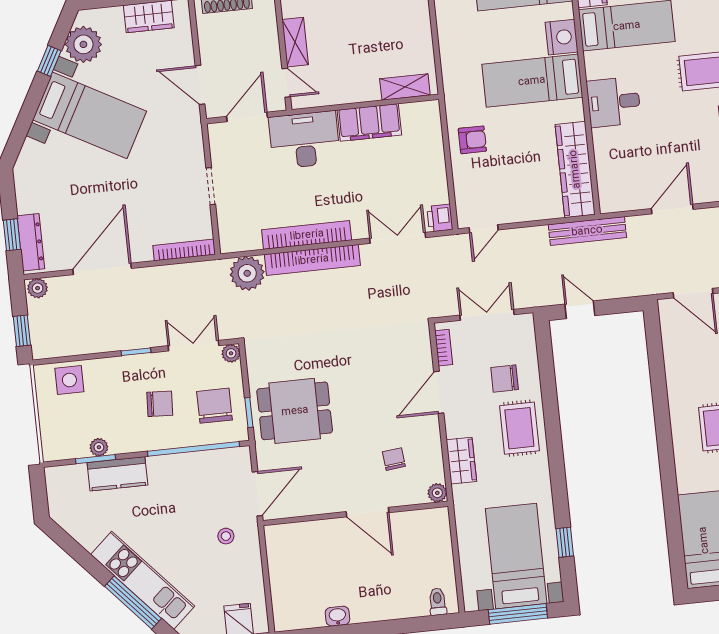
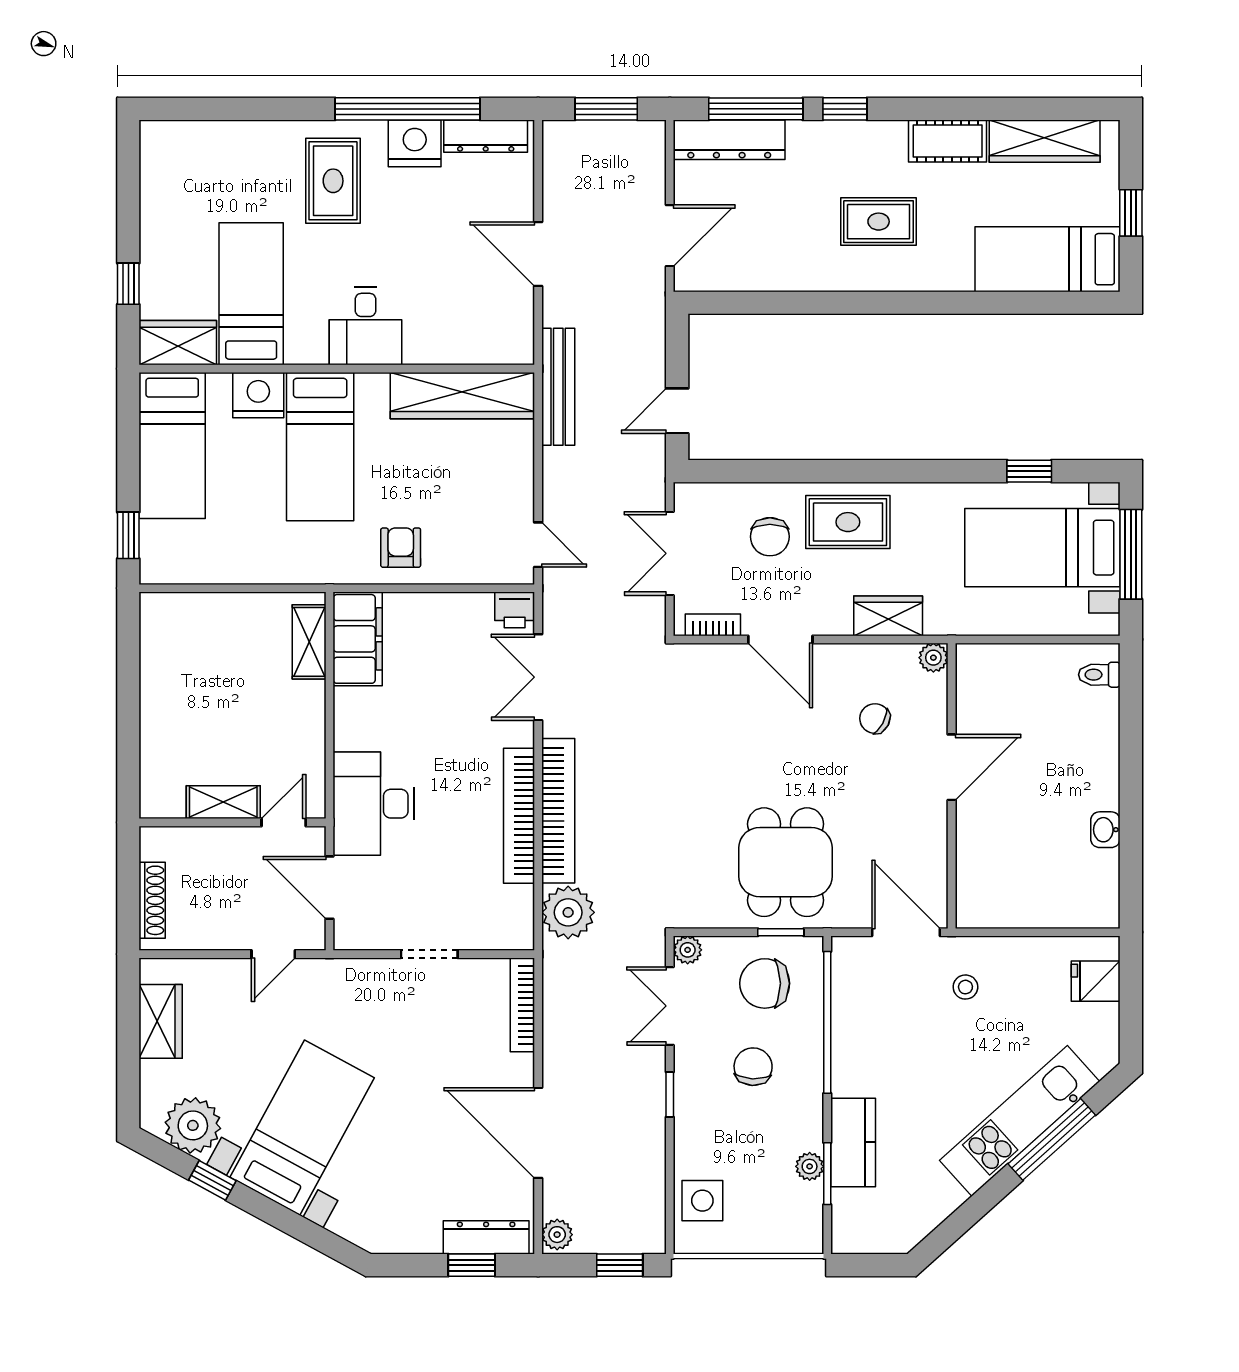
door: (200, 85) -> (273, 954), width x0.73
filing cabinet: (369, 122) -> (358, 639), moved
chair: (394, 459) -> (875, 719), turned 34

